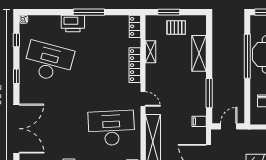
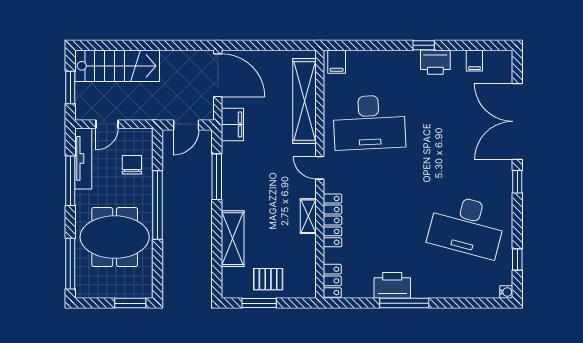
window: (169, 12) -> (259, 303), moved
printer: (73, 23) -> (392, 285), moved
shelving: (151, 52) -> (308, 216), moved
window: (247, 56) -> (157, 205), moved
window: (16, 76) -> (517, 182), moved
filing cabinet: (199, 121) -> (232, 125), width x2.00

